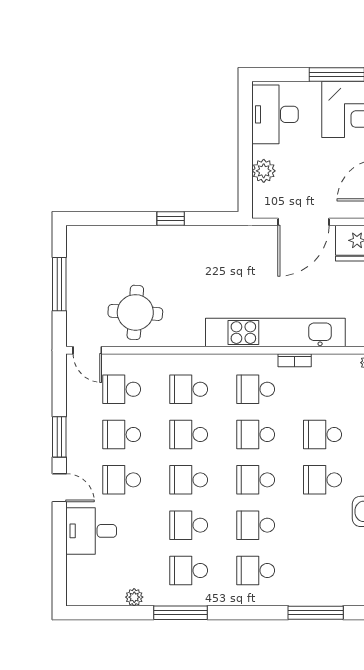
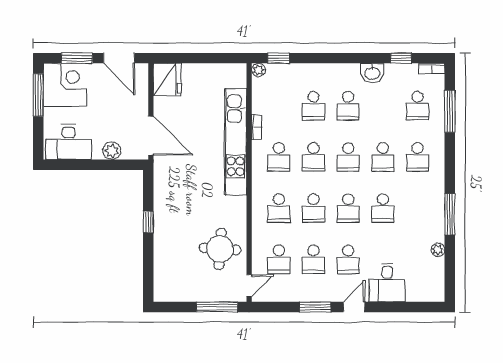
door: (303, 222) -> (151, 135), moved
window: (59, 284) -> (217, 307), moved
school desk: (189, 570) -> (417, 106), moved

